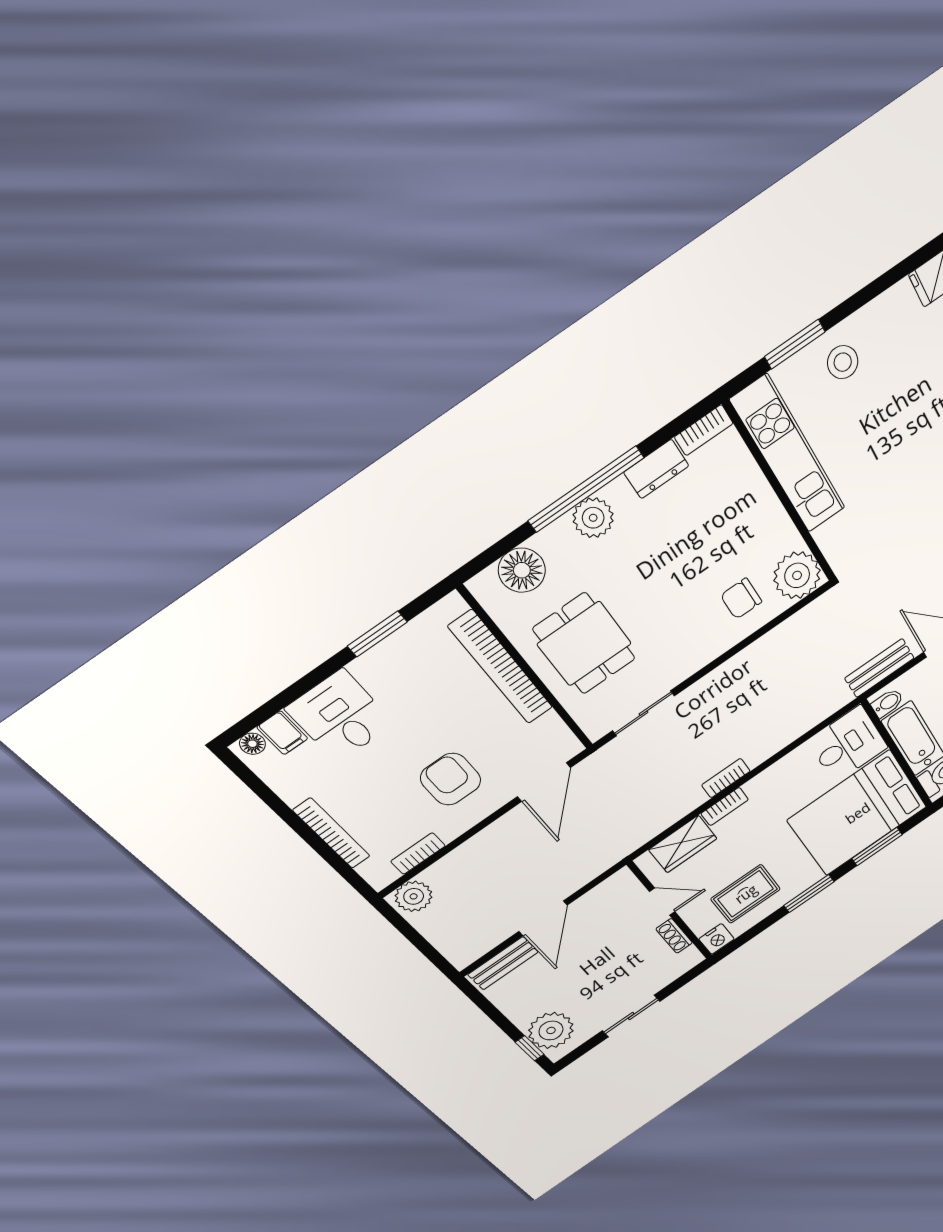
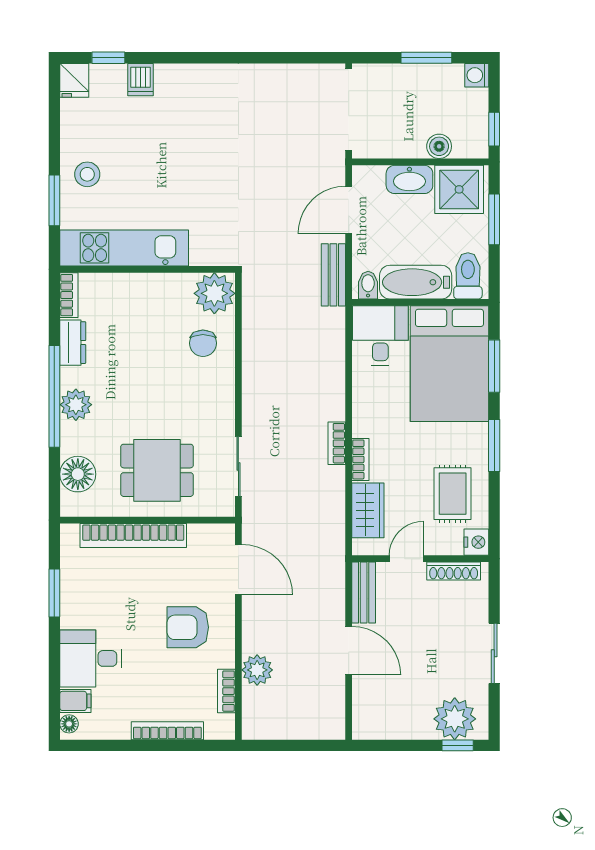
plant: (414, 896) -> (257, 670), moved
shoe rack: (674, 936) -> (454, 571), width x1.43
bench: (503, 963) -> (364, 593), moved

